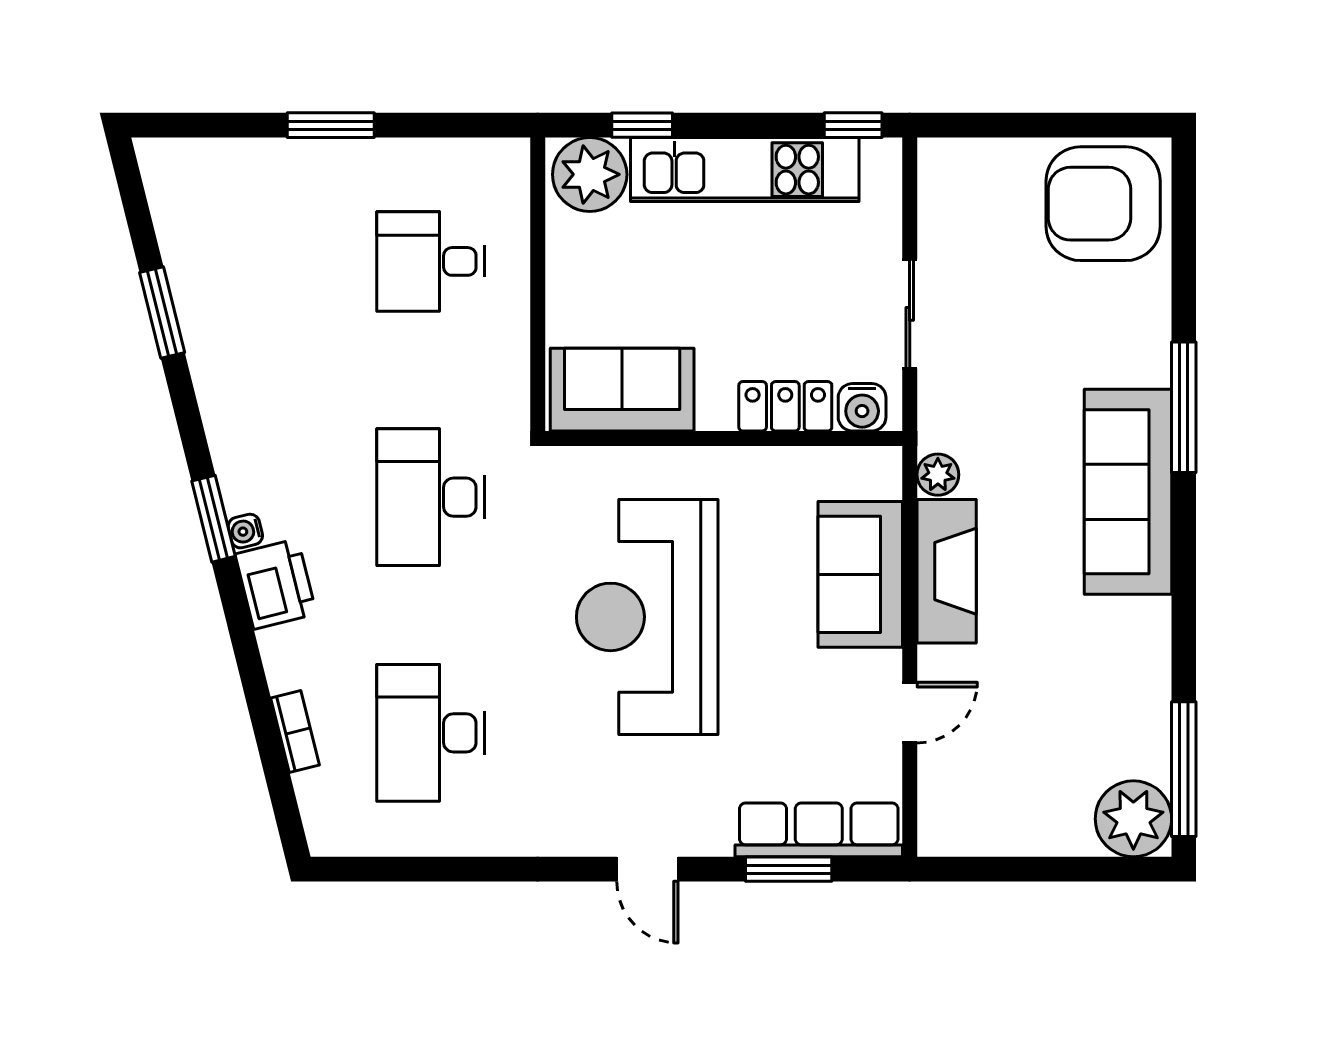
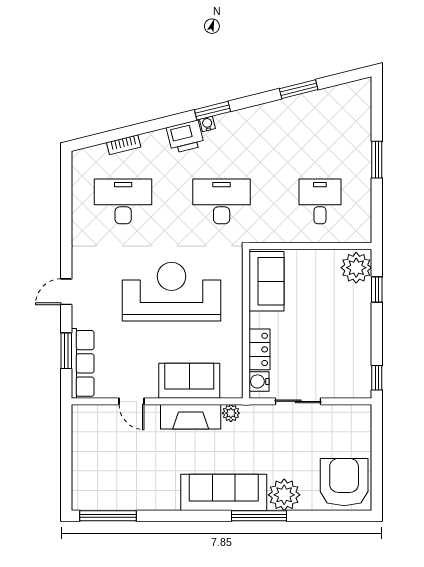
kitchen unit: (745, 170) -> (358, 332), removed
plant: (1133, 819) -> (284, 495), moved

